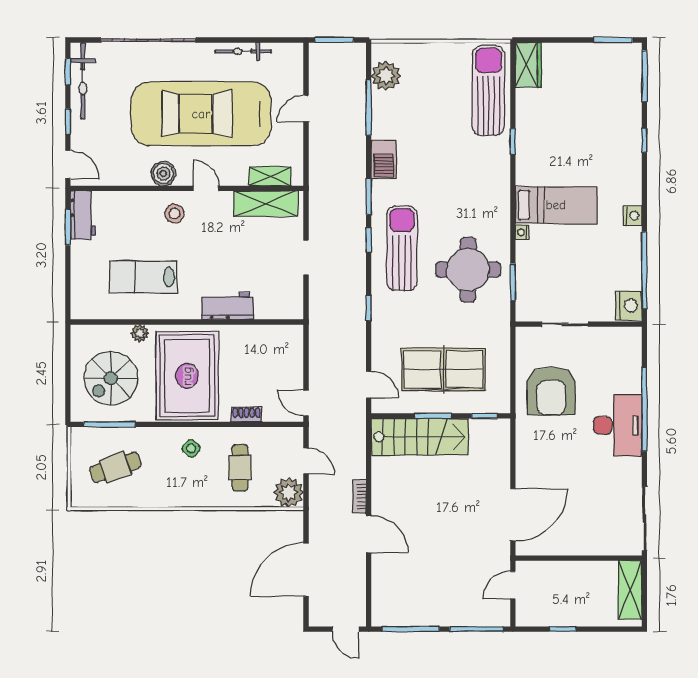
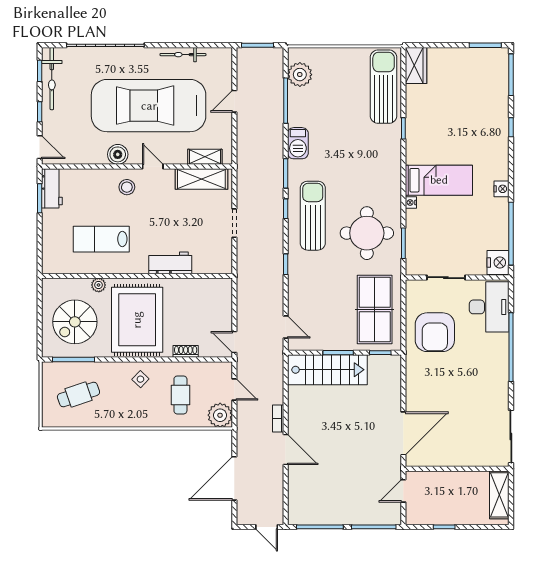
table tennis table: (443, 369) -> (375, 310), moved, turned 90
desk: (618, 425) -> (489, 307), moved

